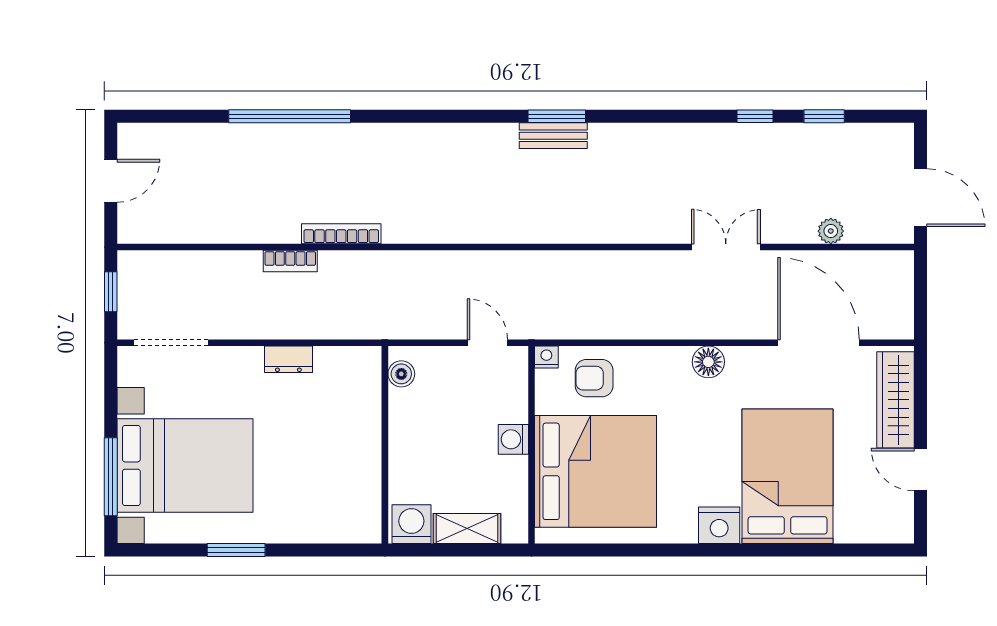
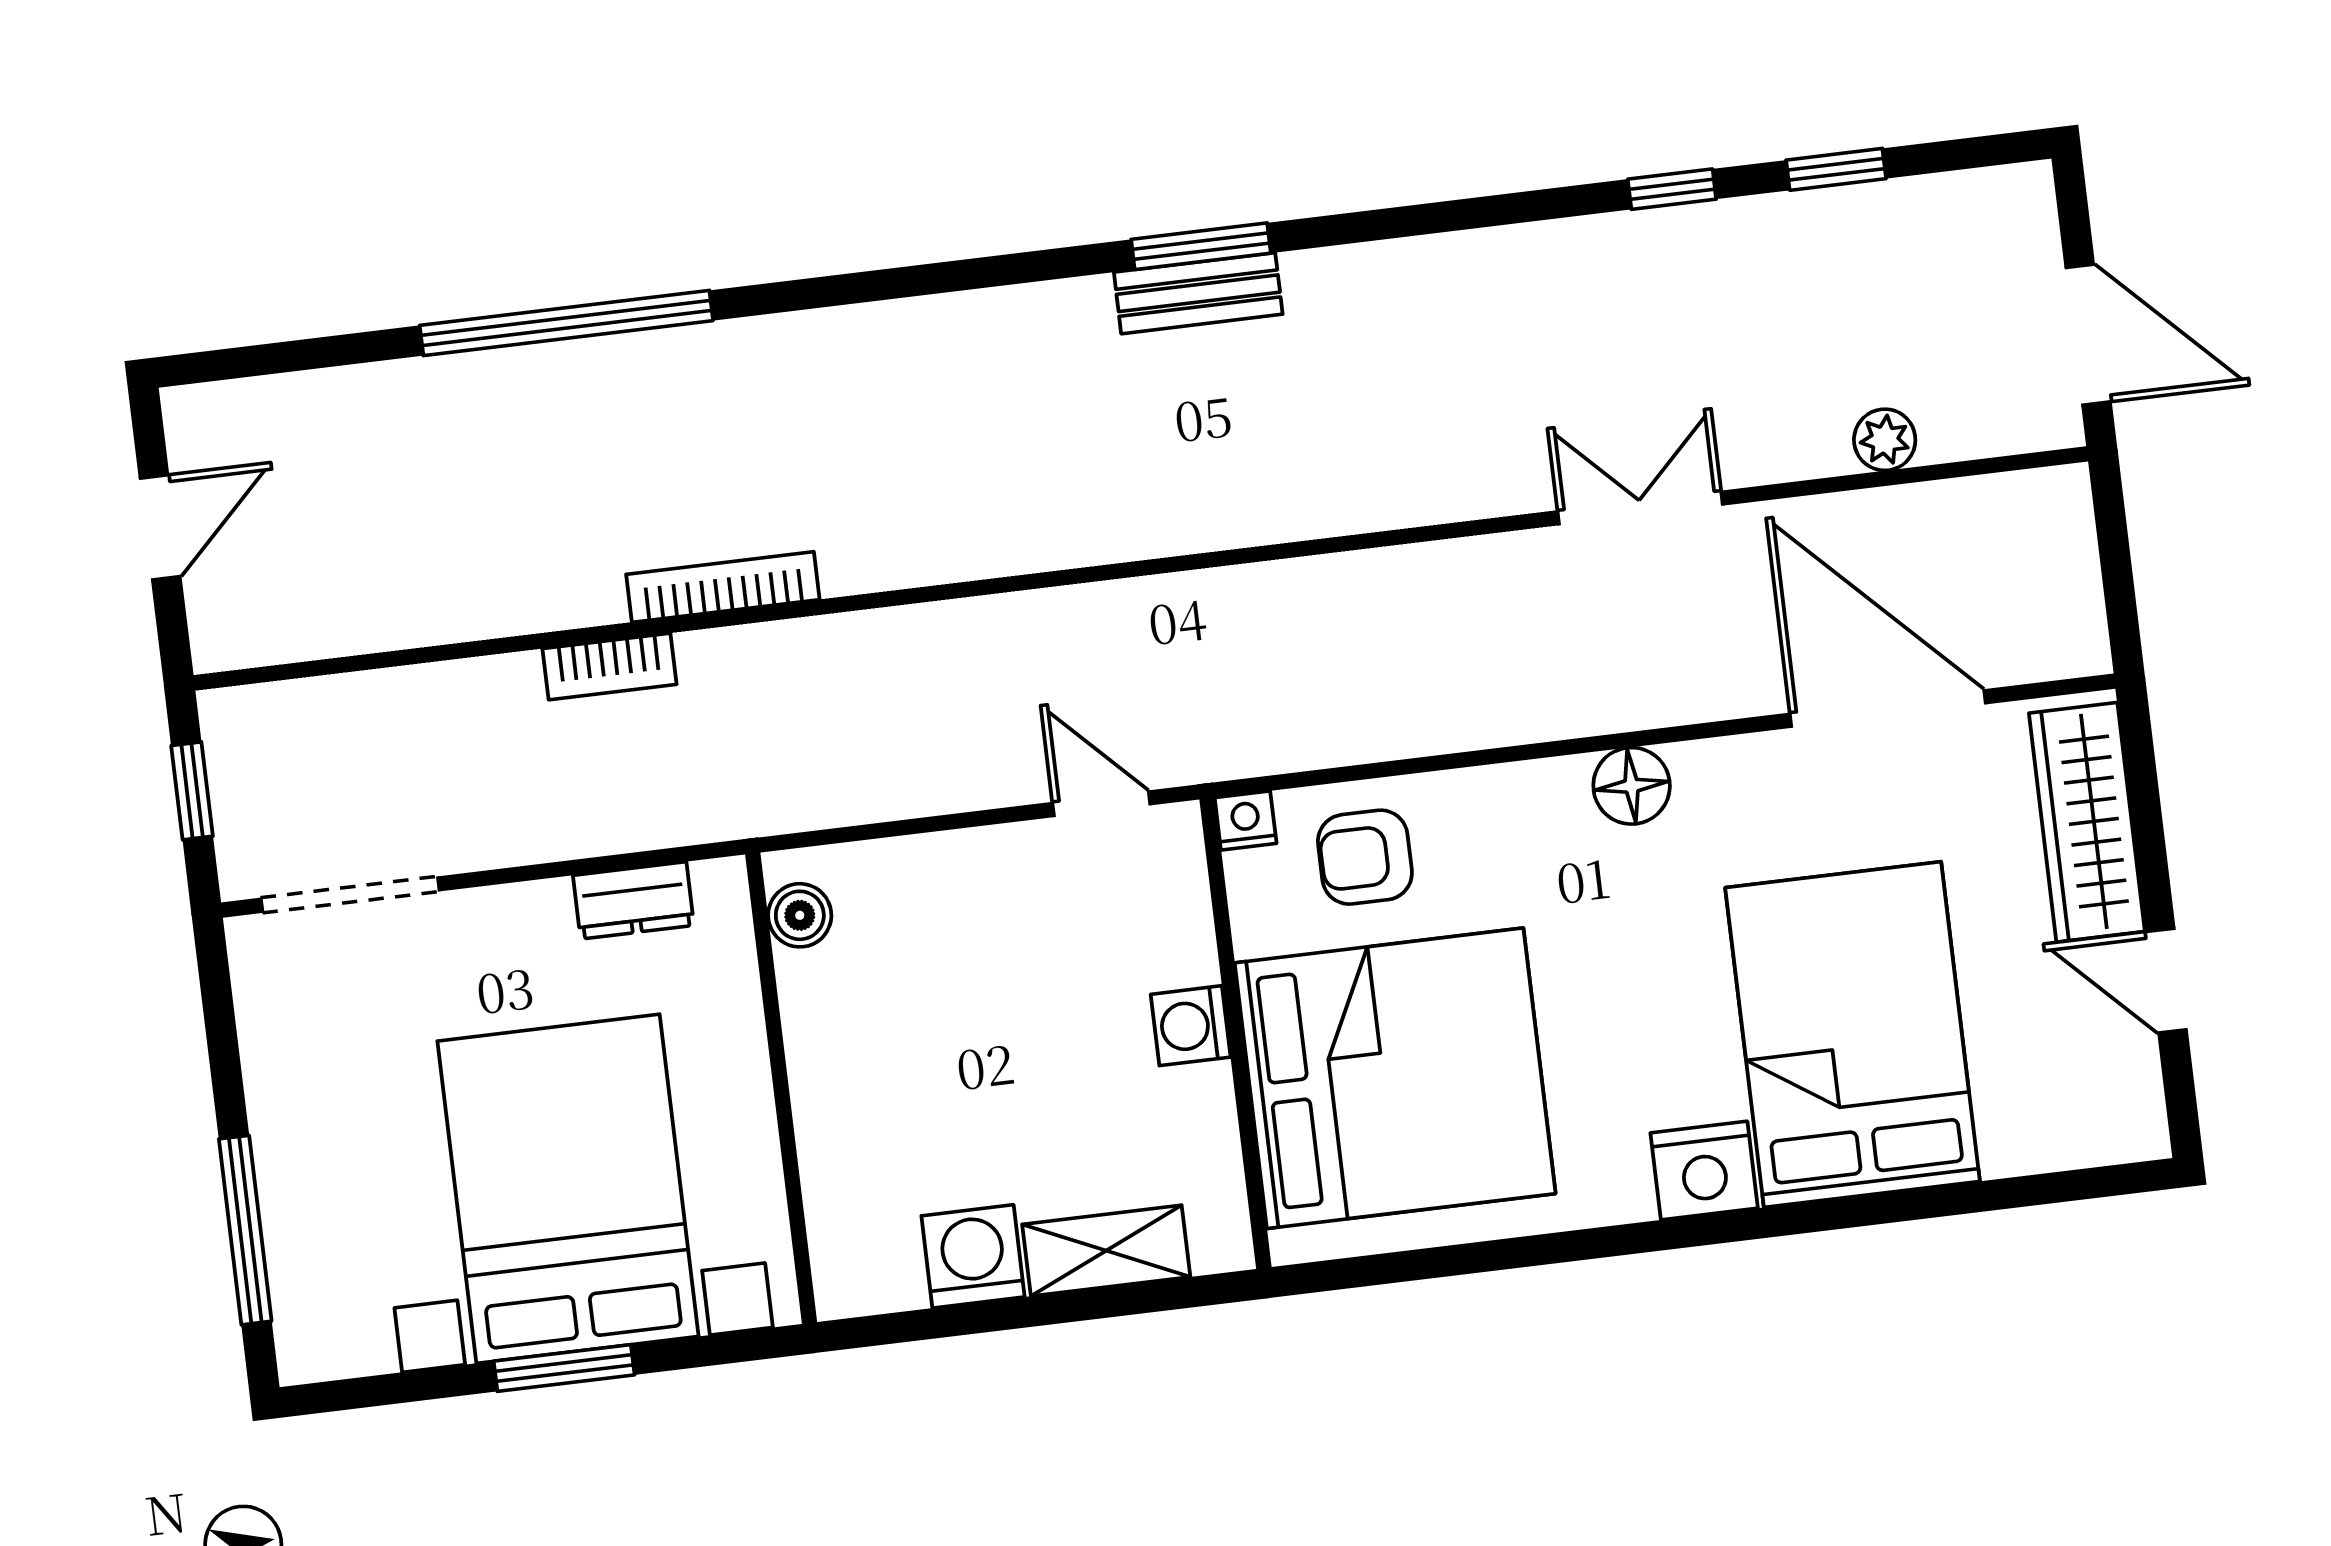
boiler: (401, 374) -> (800, 915), moved
wall: (385, 445) -> (781, 1088), moved
bed with nightstands: (185, 466) -> (568, 1189), moved, turned -90

